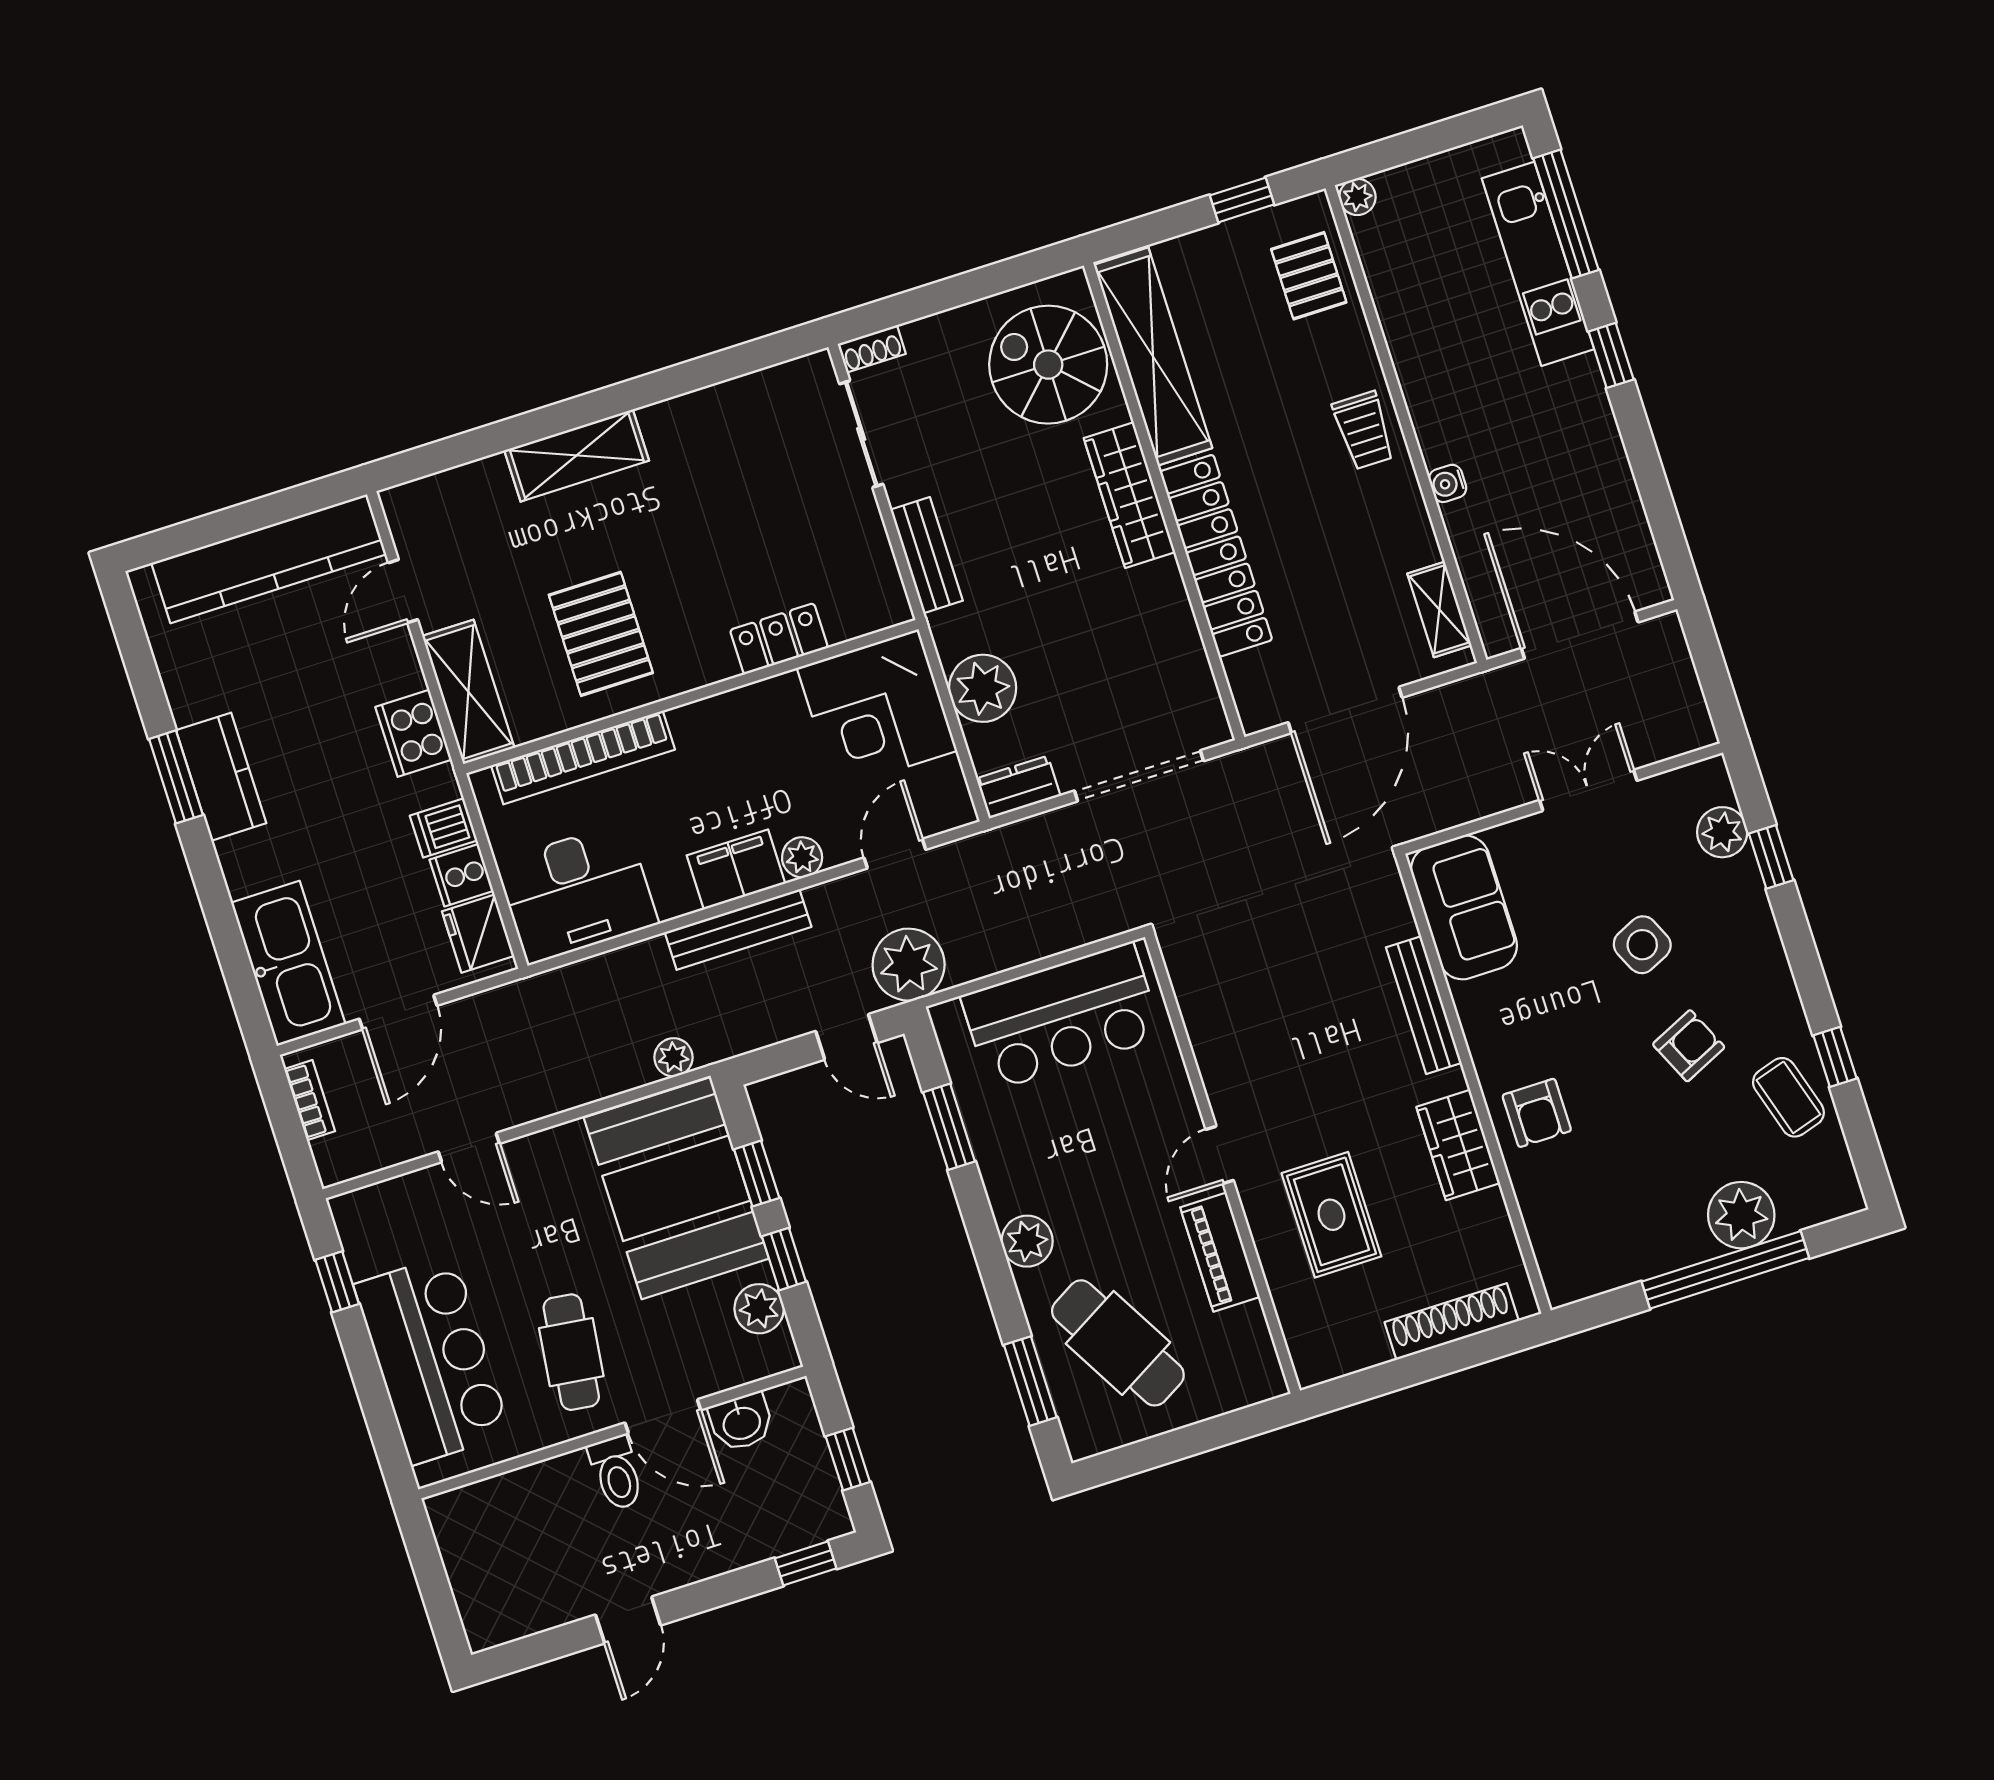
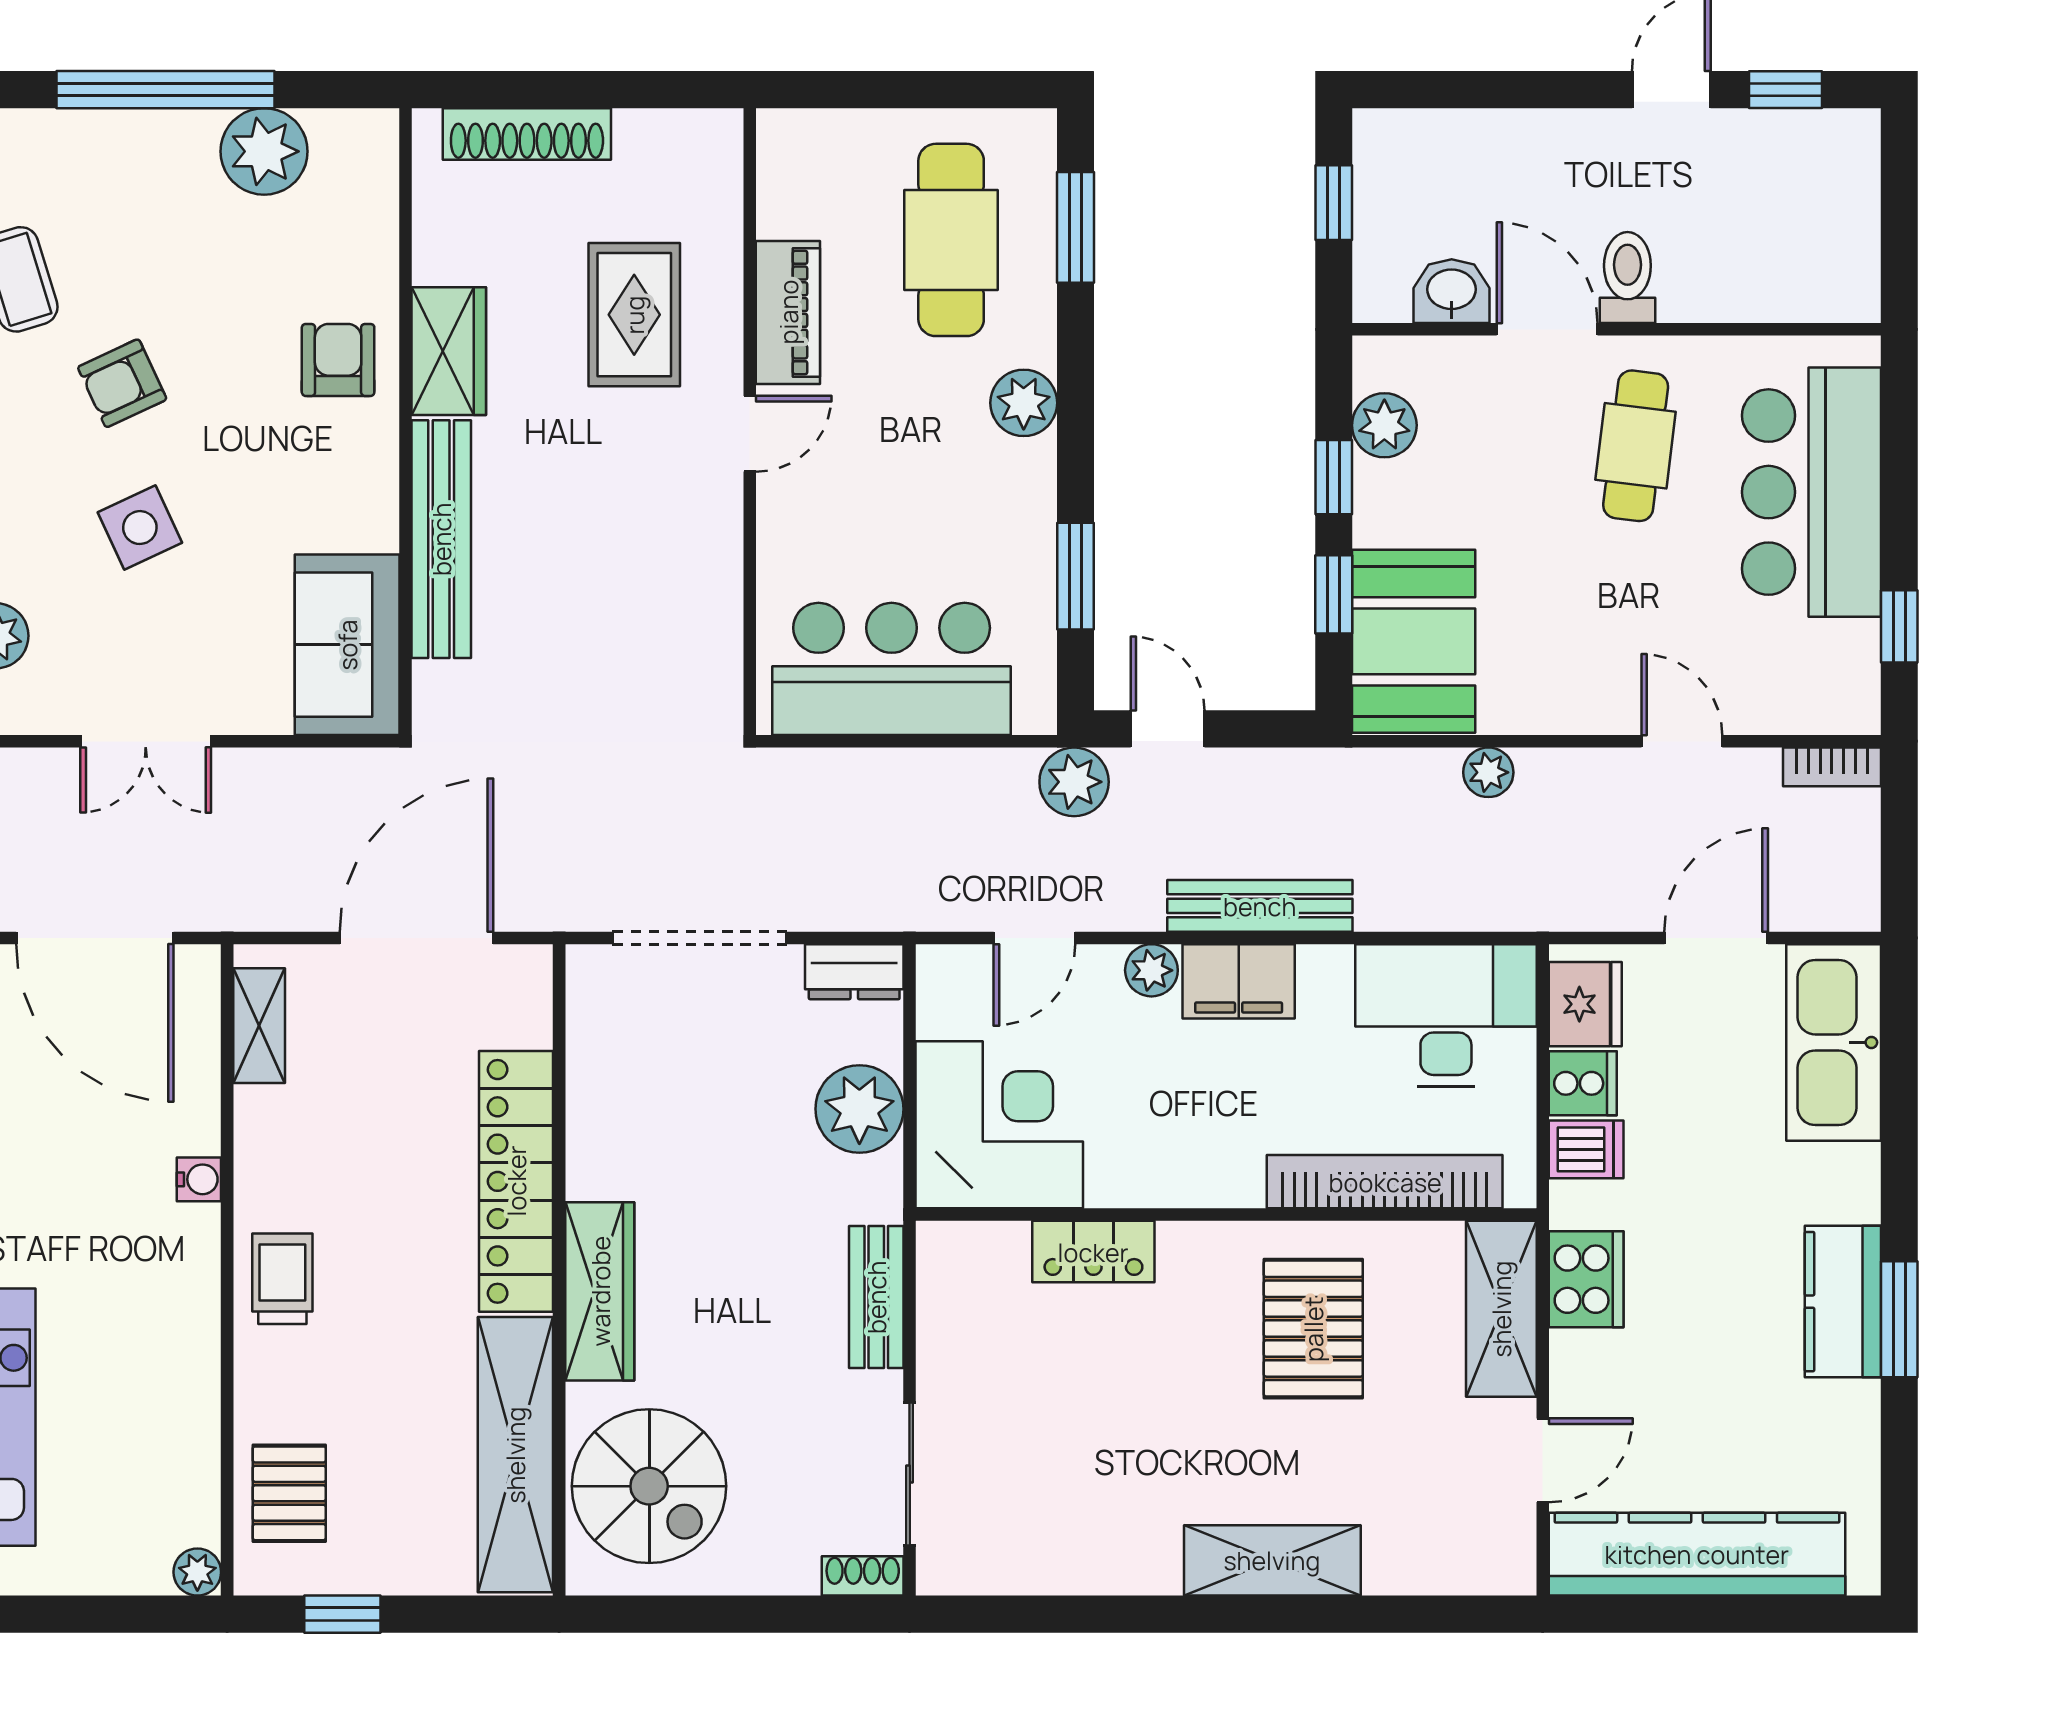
plant: (909, 965) -> (1074, 782), width x0.73, depth x0.73
bench: (1424, 1005) -> (441, 539), width x1.37, depth x1.21
plant: (673, 1057) -> (1488, 772), moved
bookcase: (310, 1100) -> (1832, 767), moved, turned -90
booth: (676, 1188) -> (1414, 641), width x0.73, depth x0.70
plant: (1741, 1215) -> (264, 151), moved
cafe table: (1118, 1343) -> (951, 240), turned 30
window: (806, 1563) -> (1785, 90), moved

